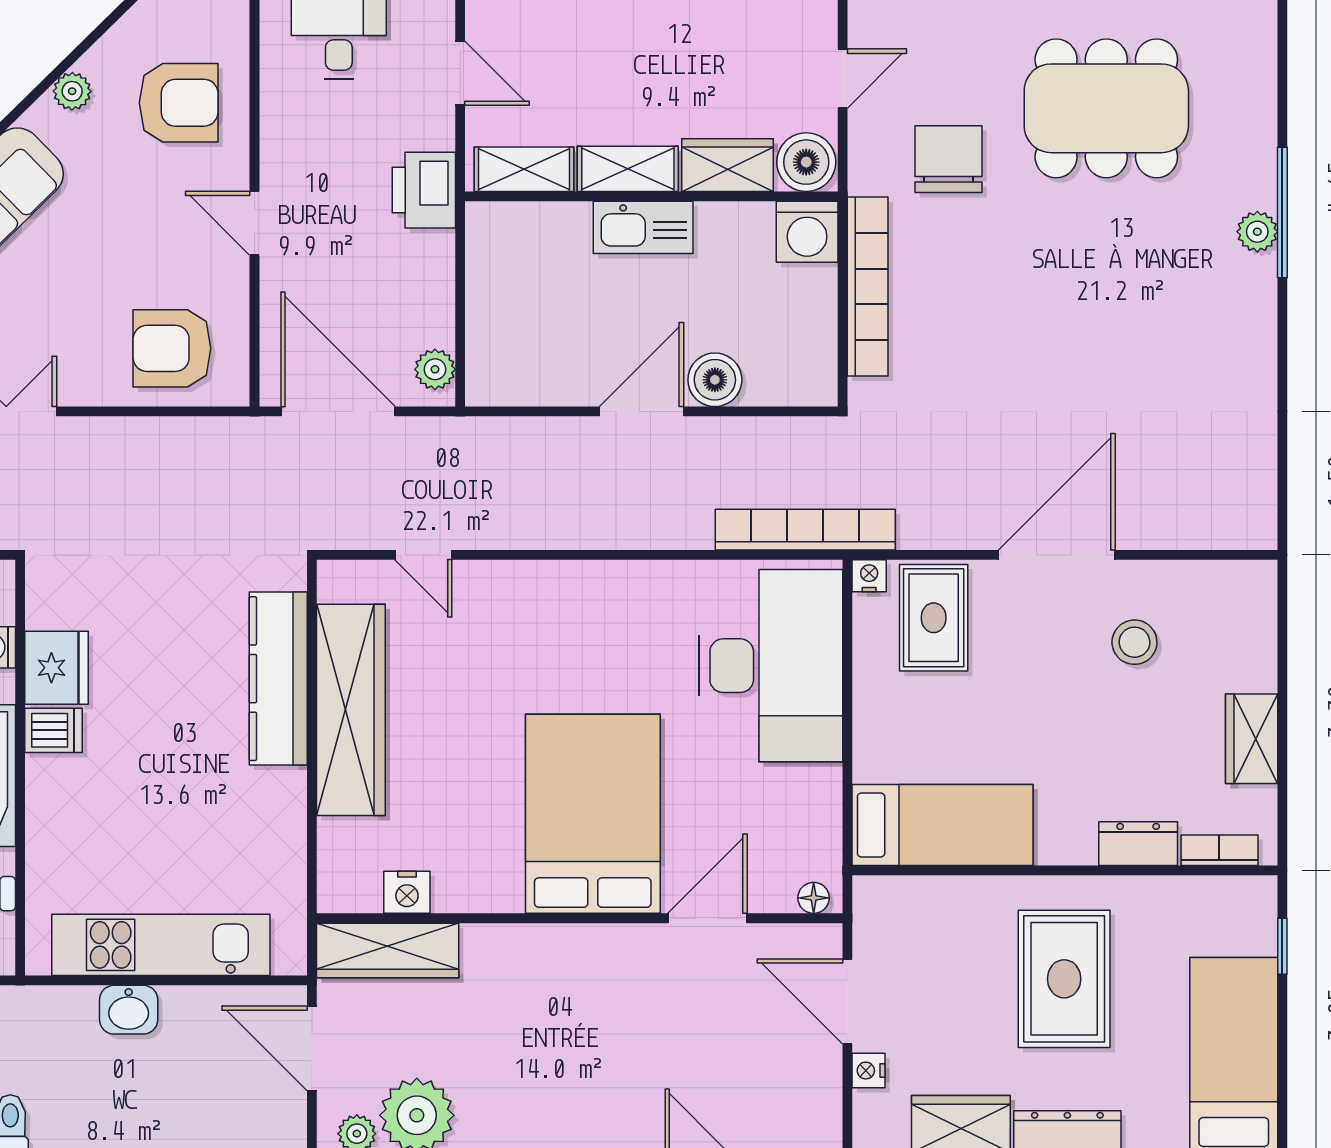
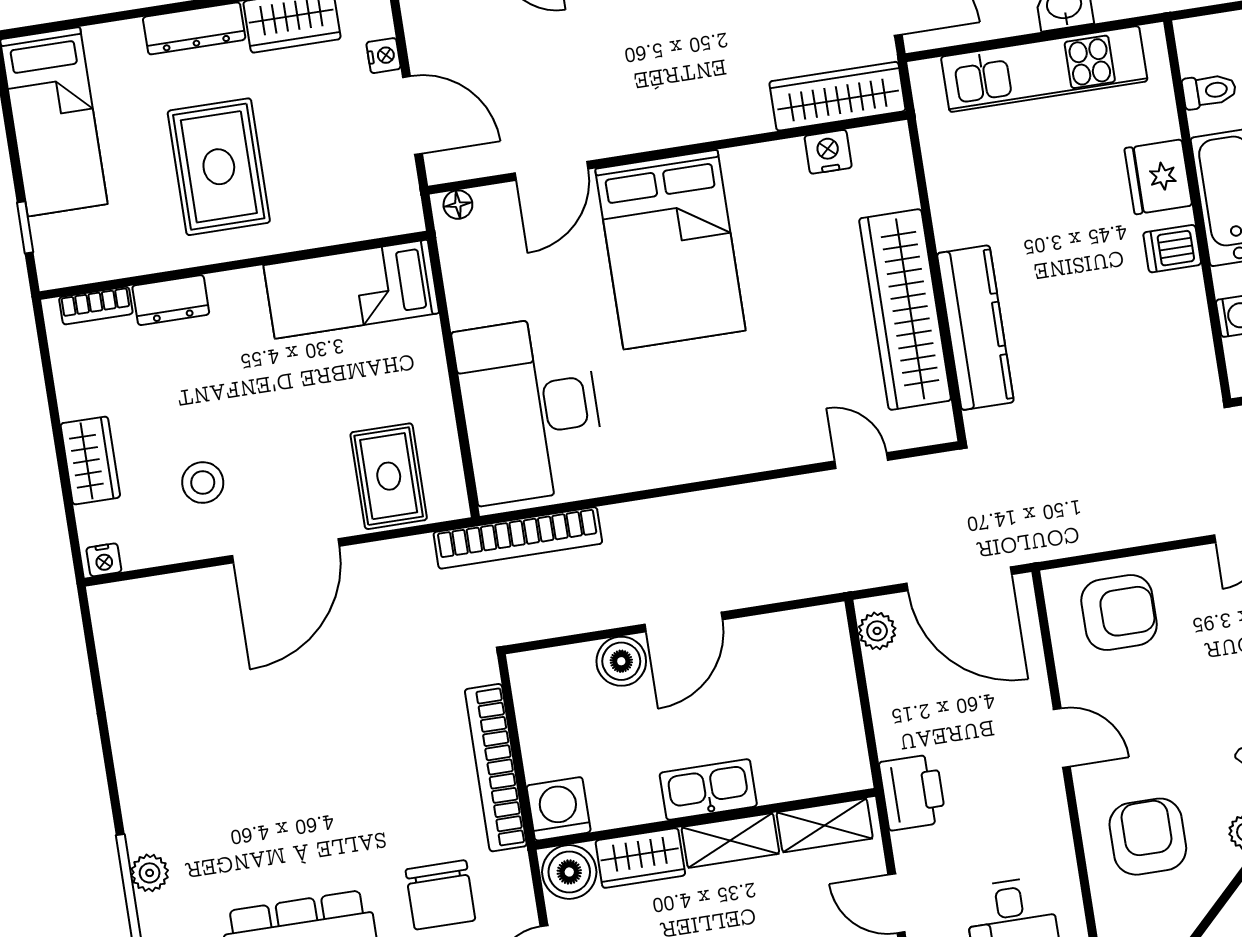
armchair: (179, 103) -> (1148, 837), turned 90
nightstand: (869, 576) -> (104, 560), moved
fridge: (57, 668) -> (1158, 177), moved
wardrobe: (1252, 739) -> (90, 460), moved

